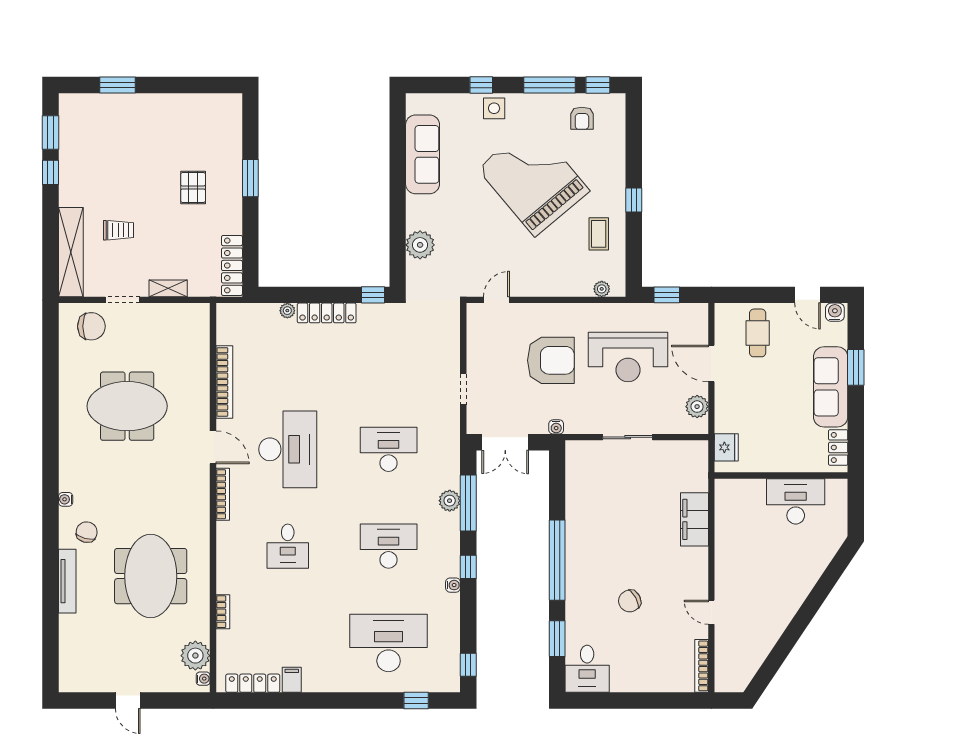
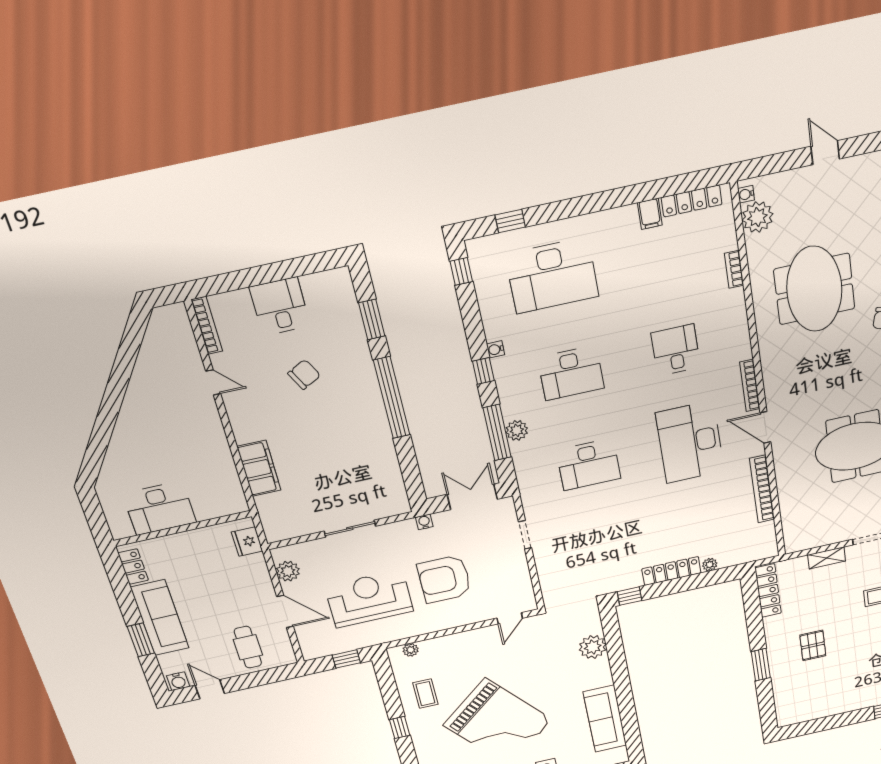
desk: (587, 669) -> (280, 306), moved

